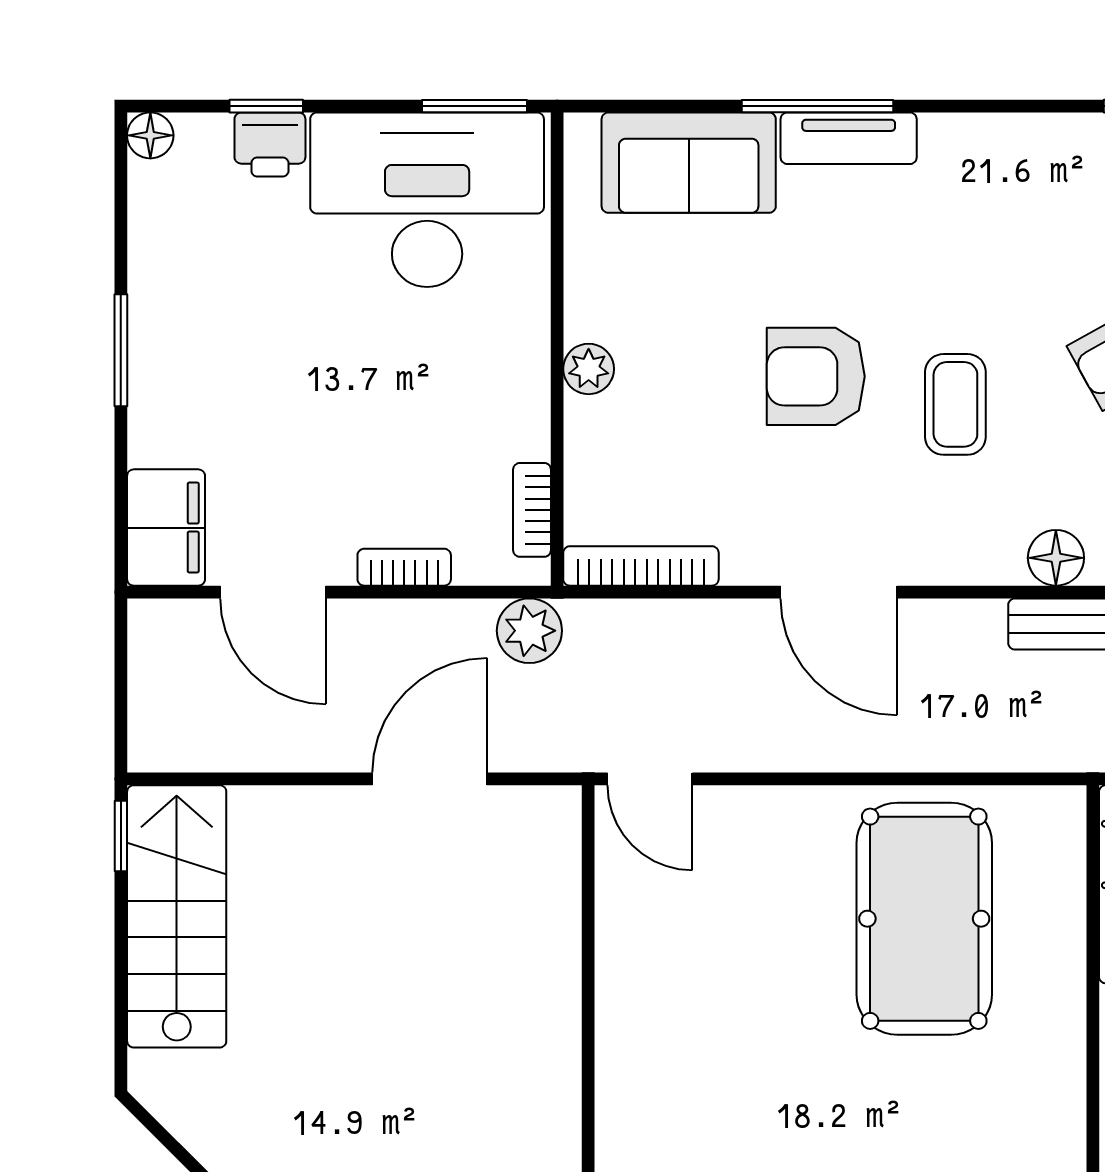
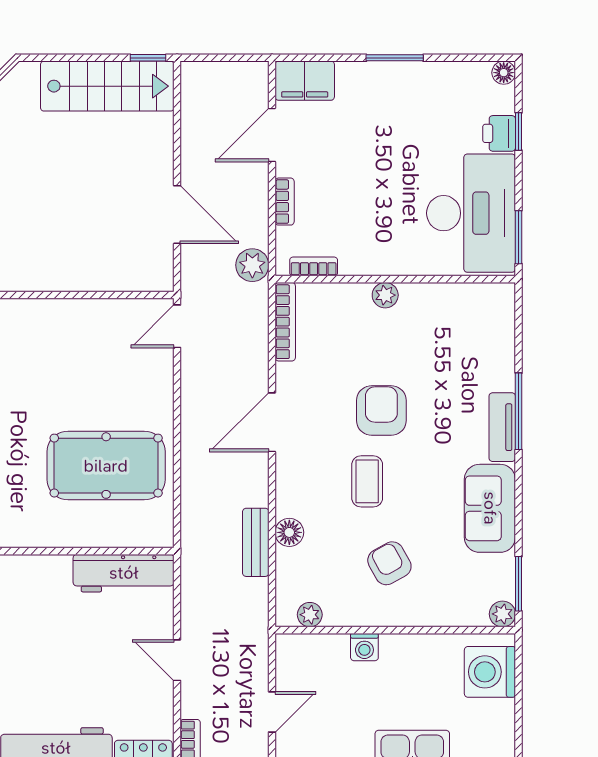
sofa: (689, 163) -> (490, 508), moved
coffee table: (955, 404) -> (367, 481), turned 90

